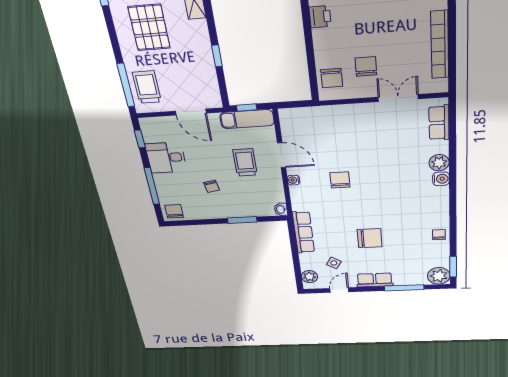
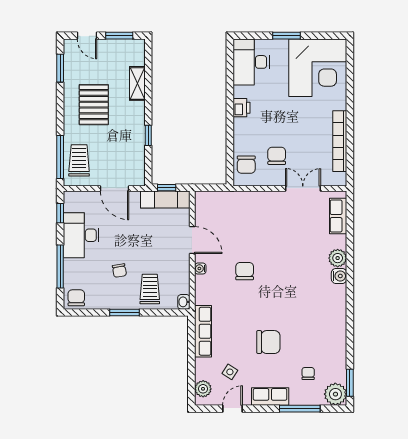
desk: (166, 158) -> (81, 235), width x1.37
trolley: (245, 162) -> (150, 289), moved
window: (242, 220) -> (124, 313), moved
chair: (439, 235) -> (308, 373), moved

